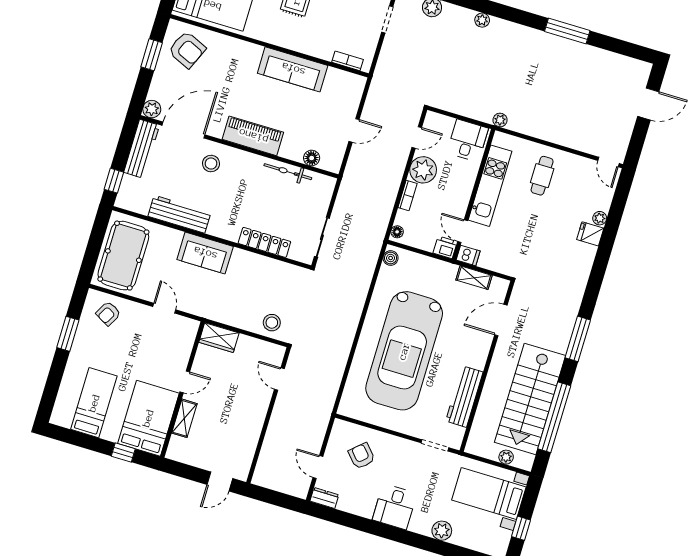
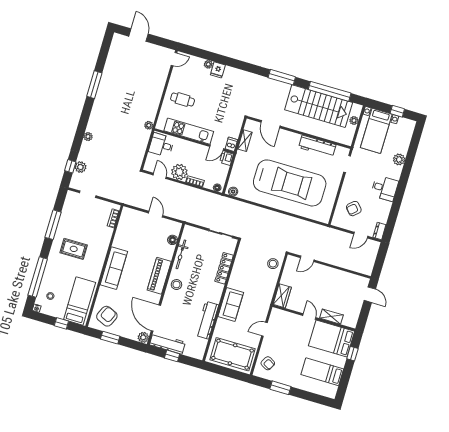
sofa: (293, 69) -> (114, 268), moved
stool: (211, 164) -> (176, 285), moved
window: (114, 181) -> (172, 356), moved

